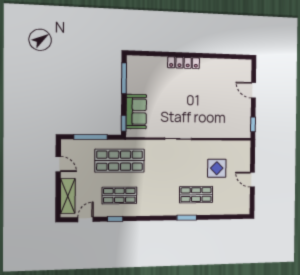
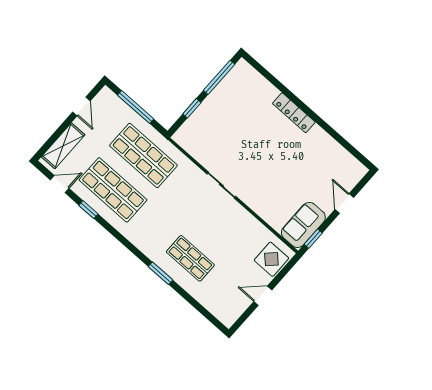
sofa: (136, 112) -> (303, 225), moved, turned 180
window: (124, 123) -> (192, 108), moved
display table: (217, 168) -> (271, 259), moved
door: (252, 180) -> (263, 296), hinge flipped
shop shelf: (119, 195) -> (113, 190), width x1.43, depth x1.36

